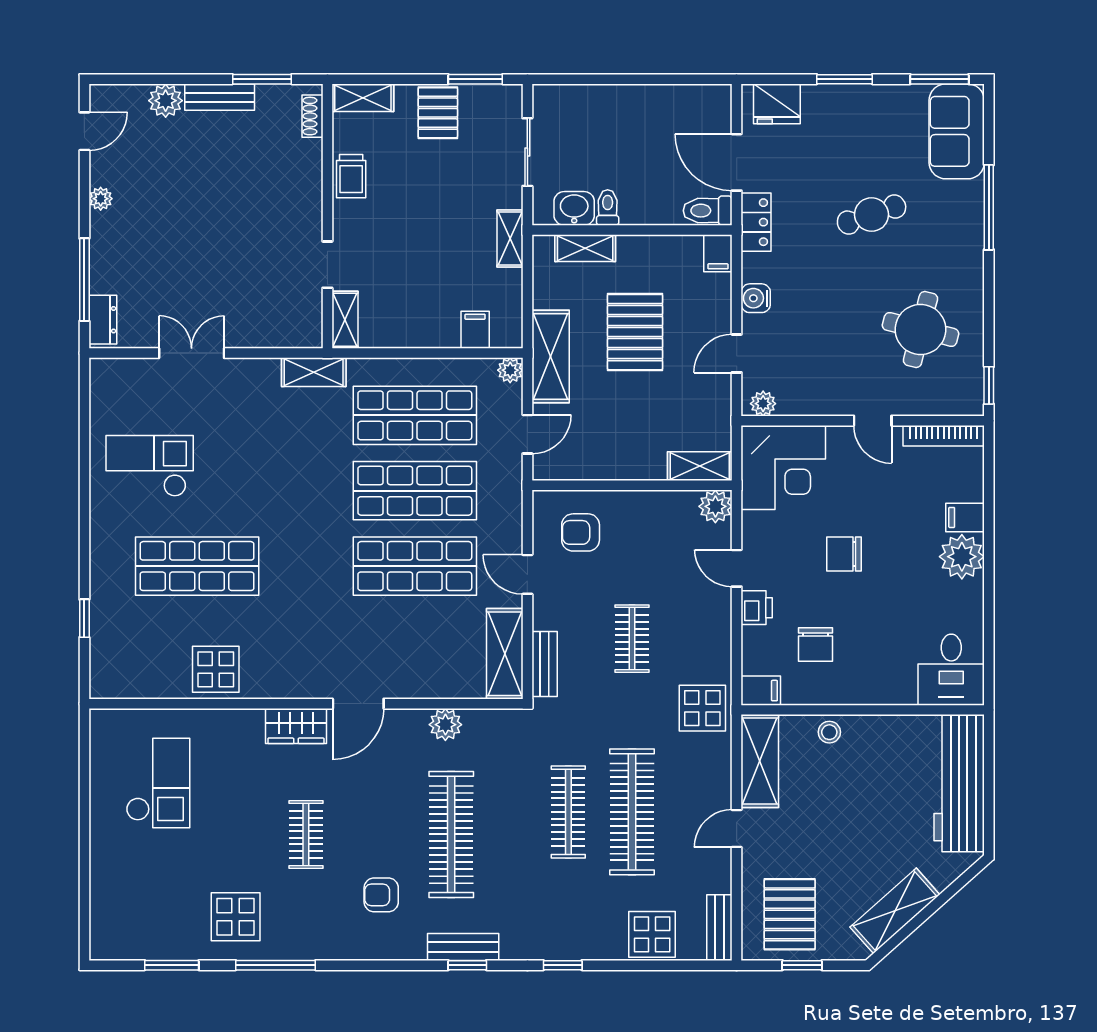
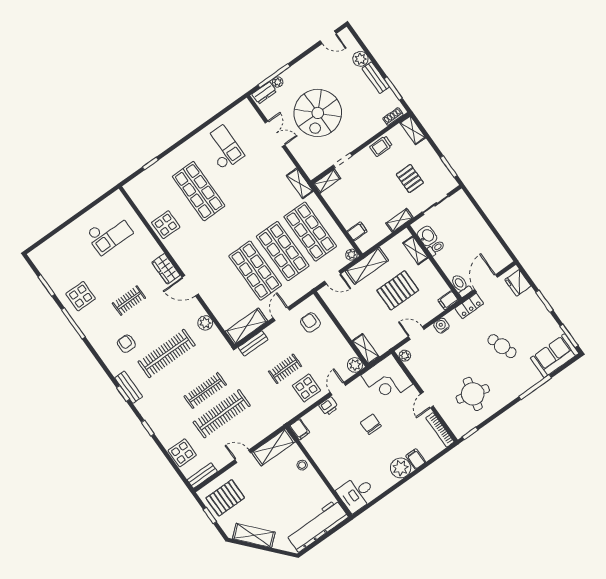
pallet: (438, 113) -> (410, 179), moved, turned 90
plant: (101, 199) -> (278, 82), moved
spiral stairs: (209, 248) -> (318, 113), added
chair: (815, 645) -> (330, 437), removed
display table: (702, 708) -> (306, 388), moved

